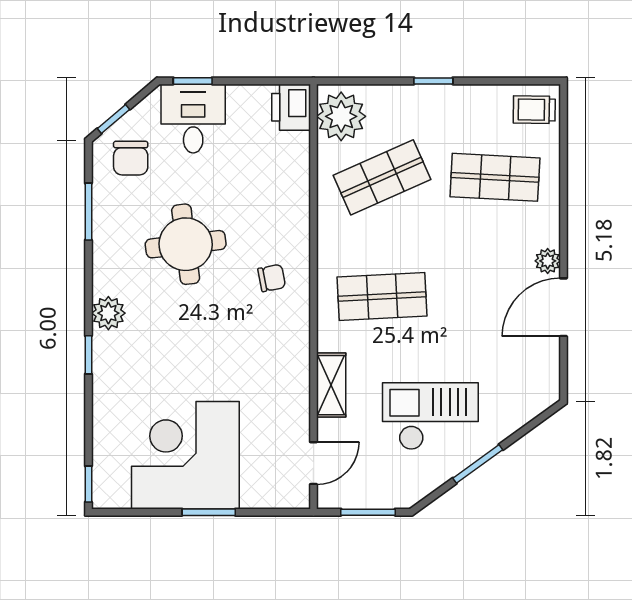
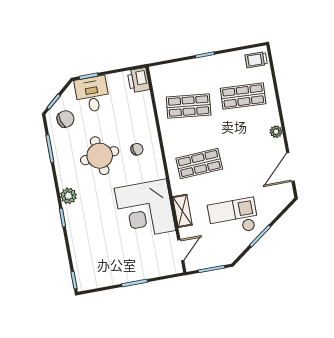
plant: (341, 116) -> (163, 80), removed
chair: (131, 158) -> (65, 119), turned -107
shop shelf: (382, 177) -> (189, 106), turned 30
chair: (272, 278) -> (137, 149), moved
door: (563, 307) -> (290, 167), moved
corner desk: (185, 455) -> (145, 209), moved, turned -90

